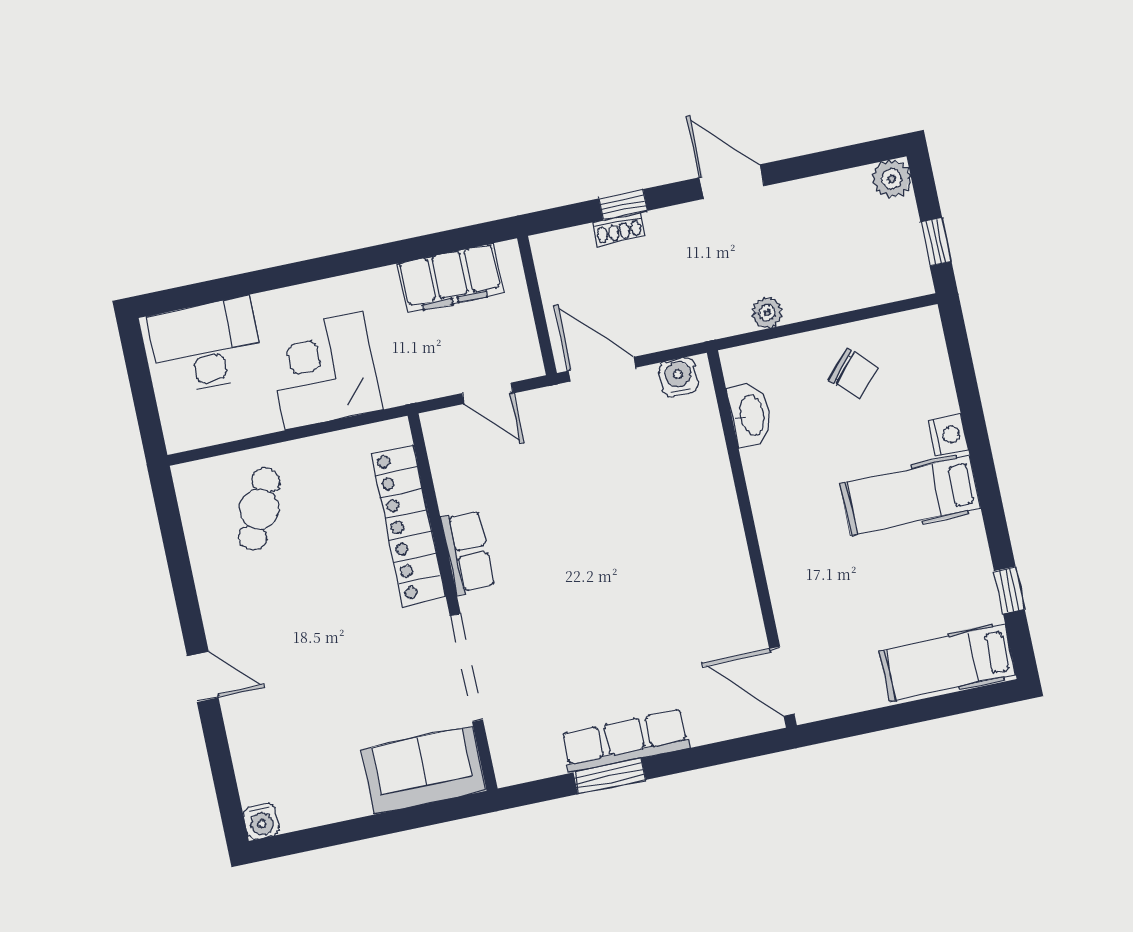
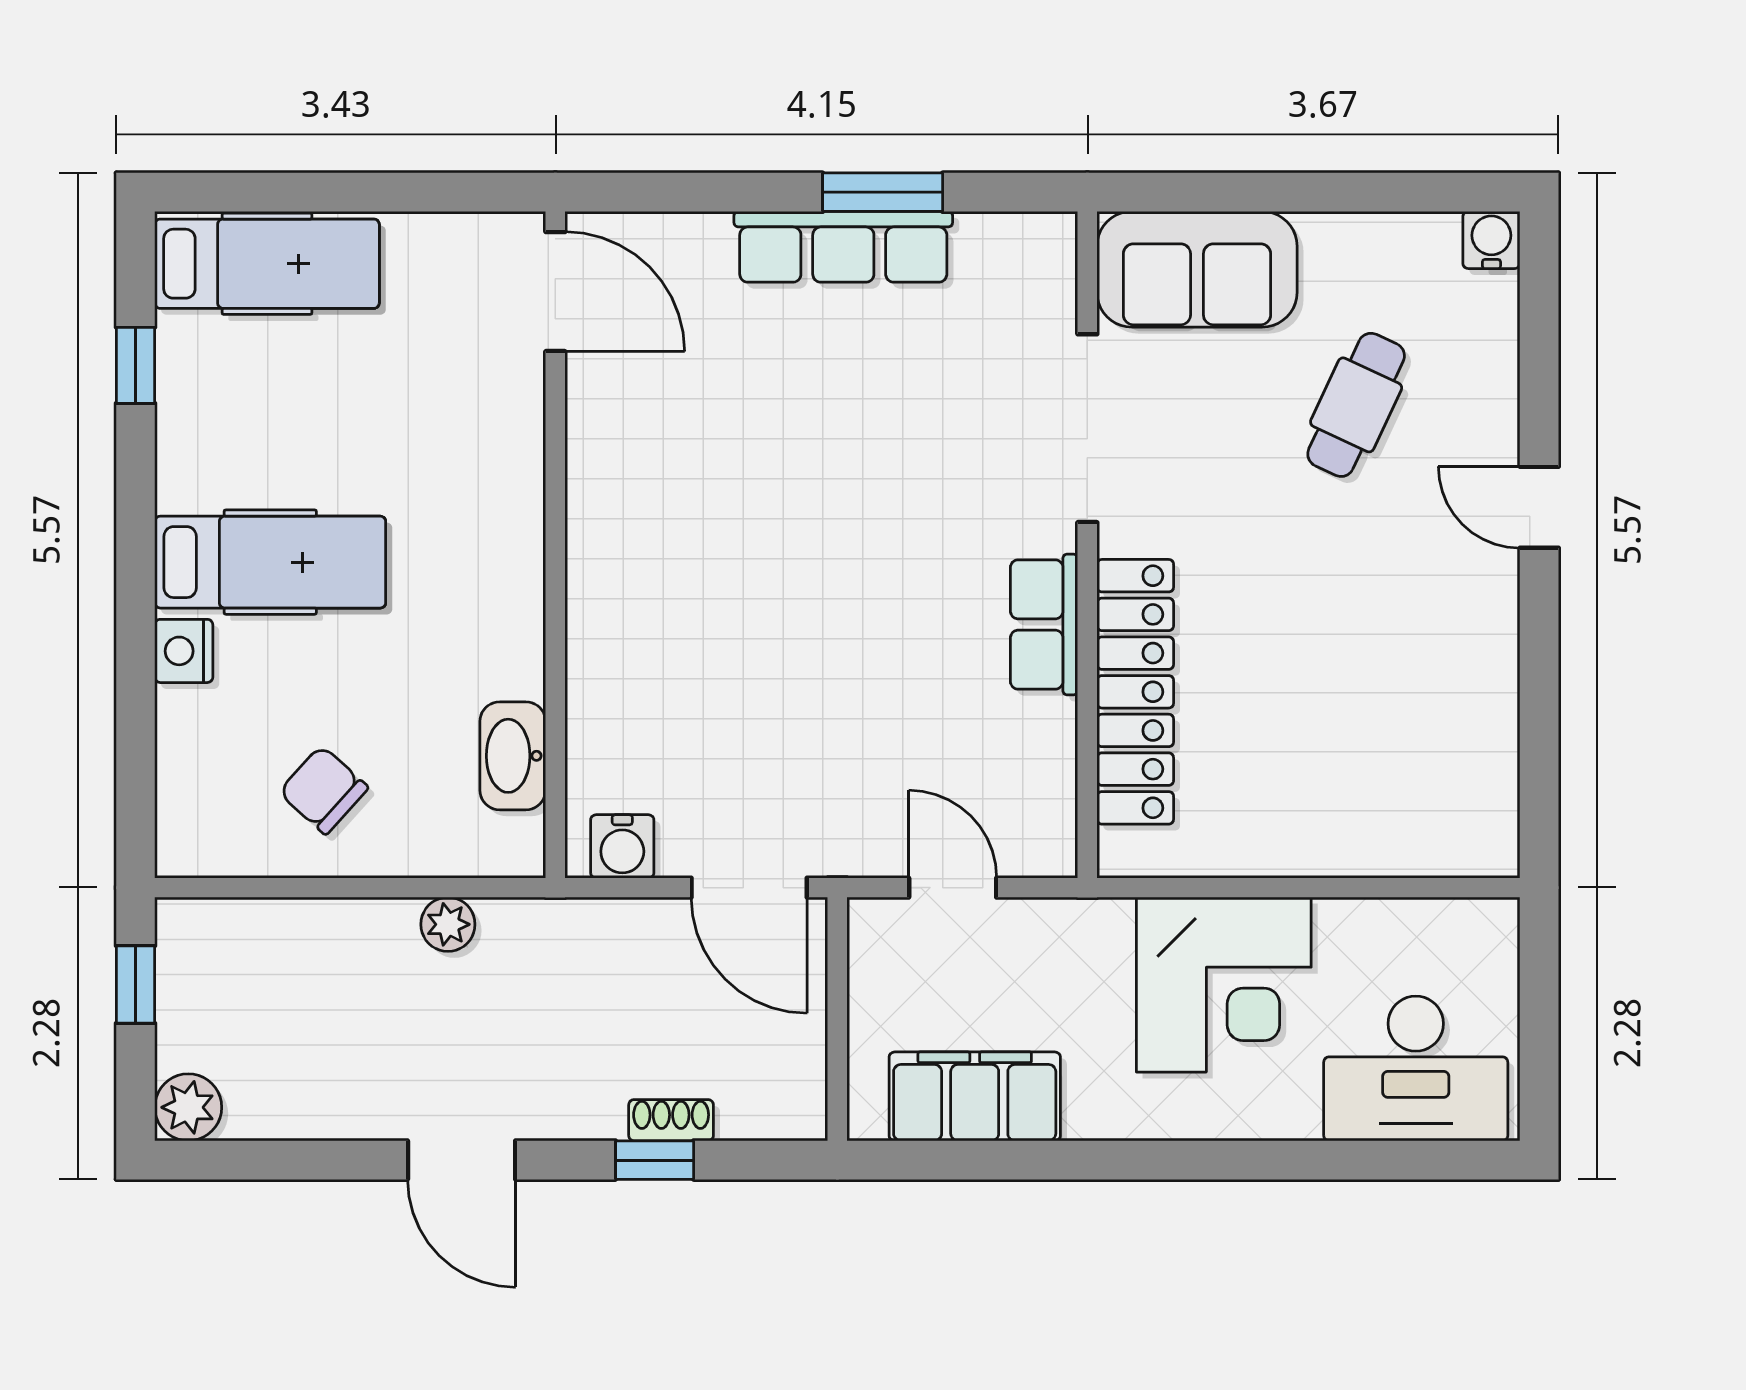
cafe table: (259, 509) -> (1356, 405), moved

